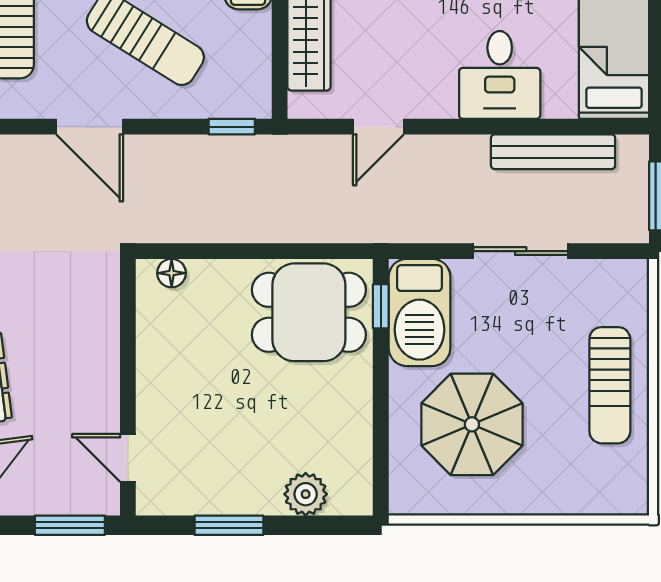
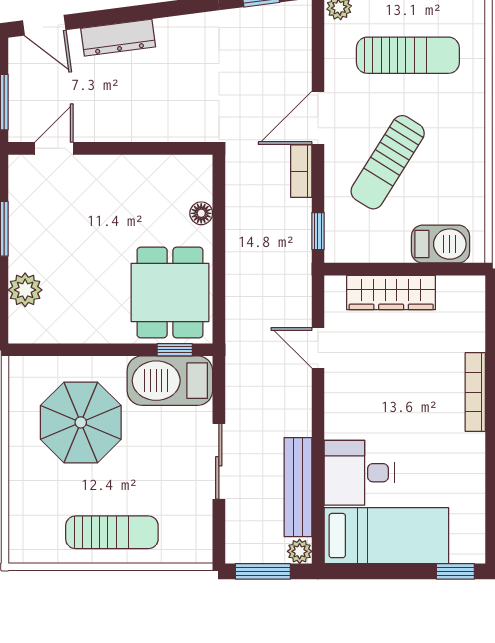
desk: (500, 75) -> (359, 473), moved
bookcase: (157, 148) -> (301, 171), added
plant: (634, 150) -> (300, 551), added
floor lamp: (172, 273) -> (201, 213), moved
sun lounger: (610, 385) -> (112, 532), turned 180

